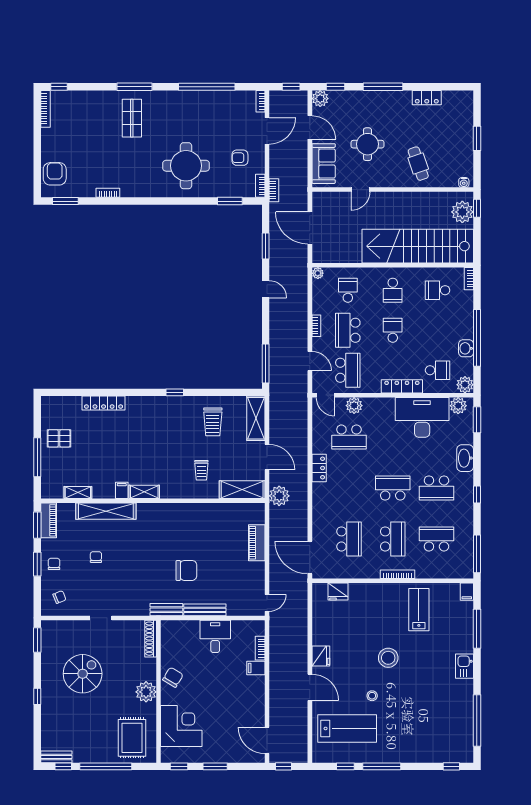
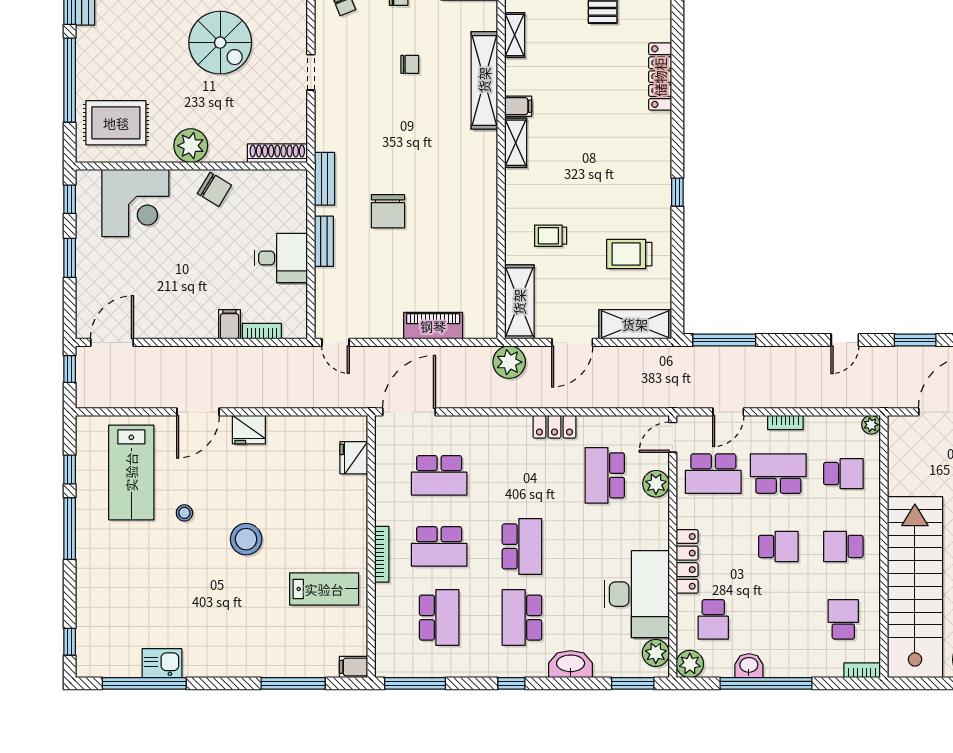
bench: (205, 610) -> (324, 241), width x0.73
kitchen sink: (465, 666) -> (162, 663), moved

